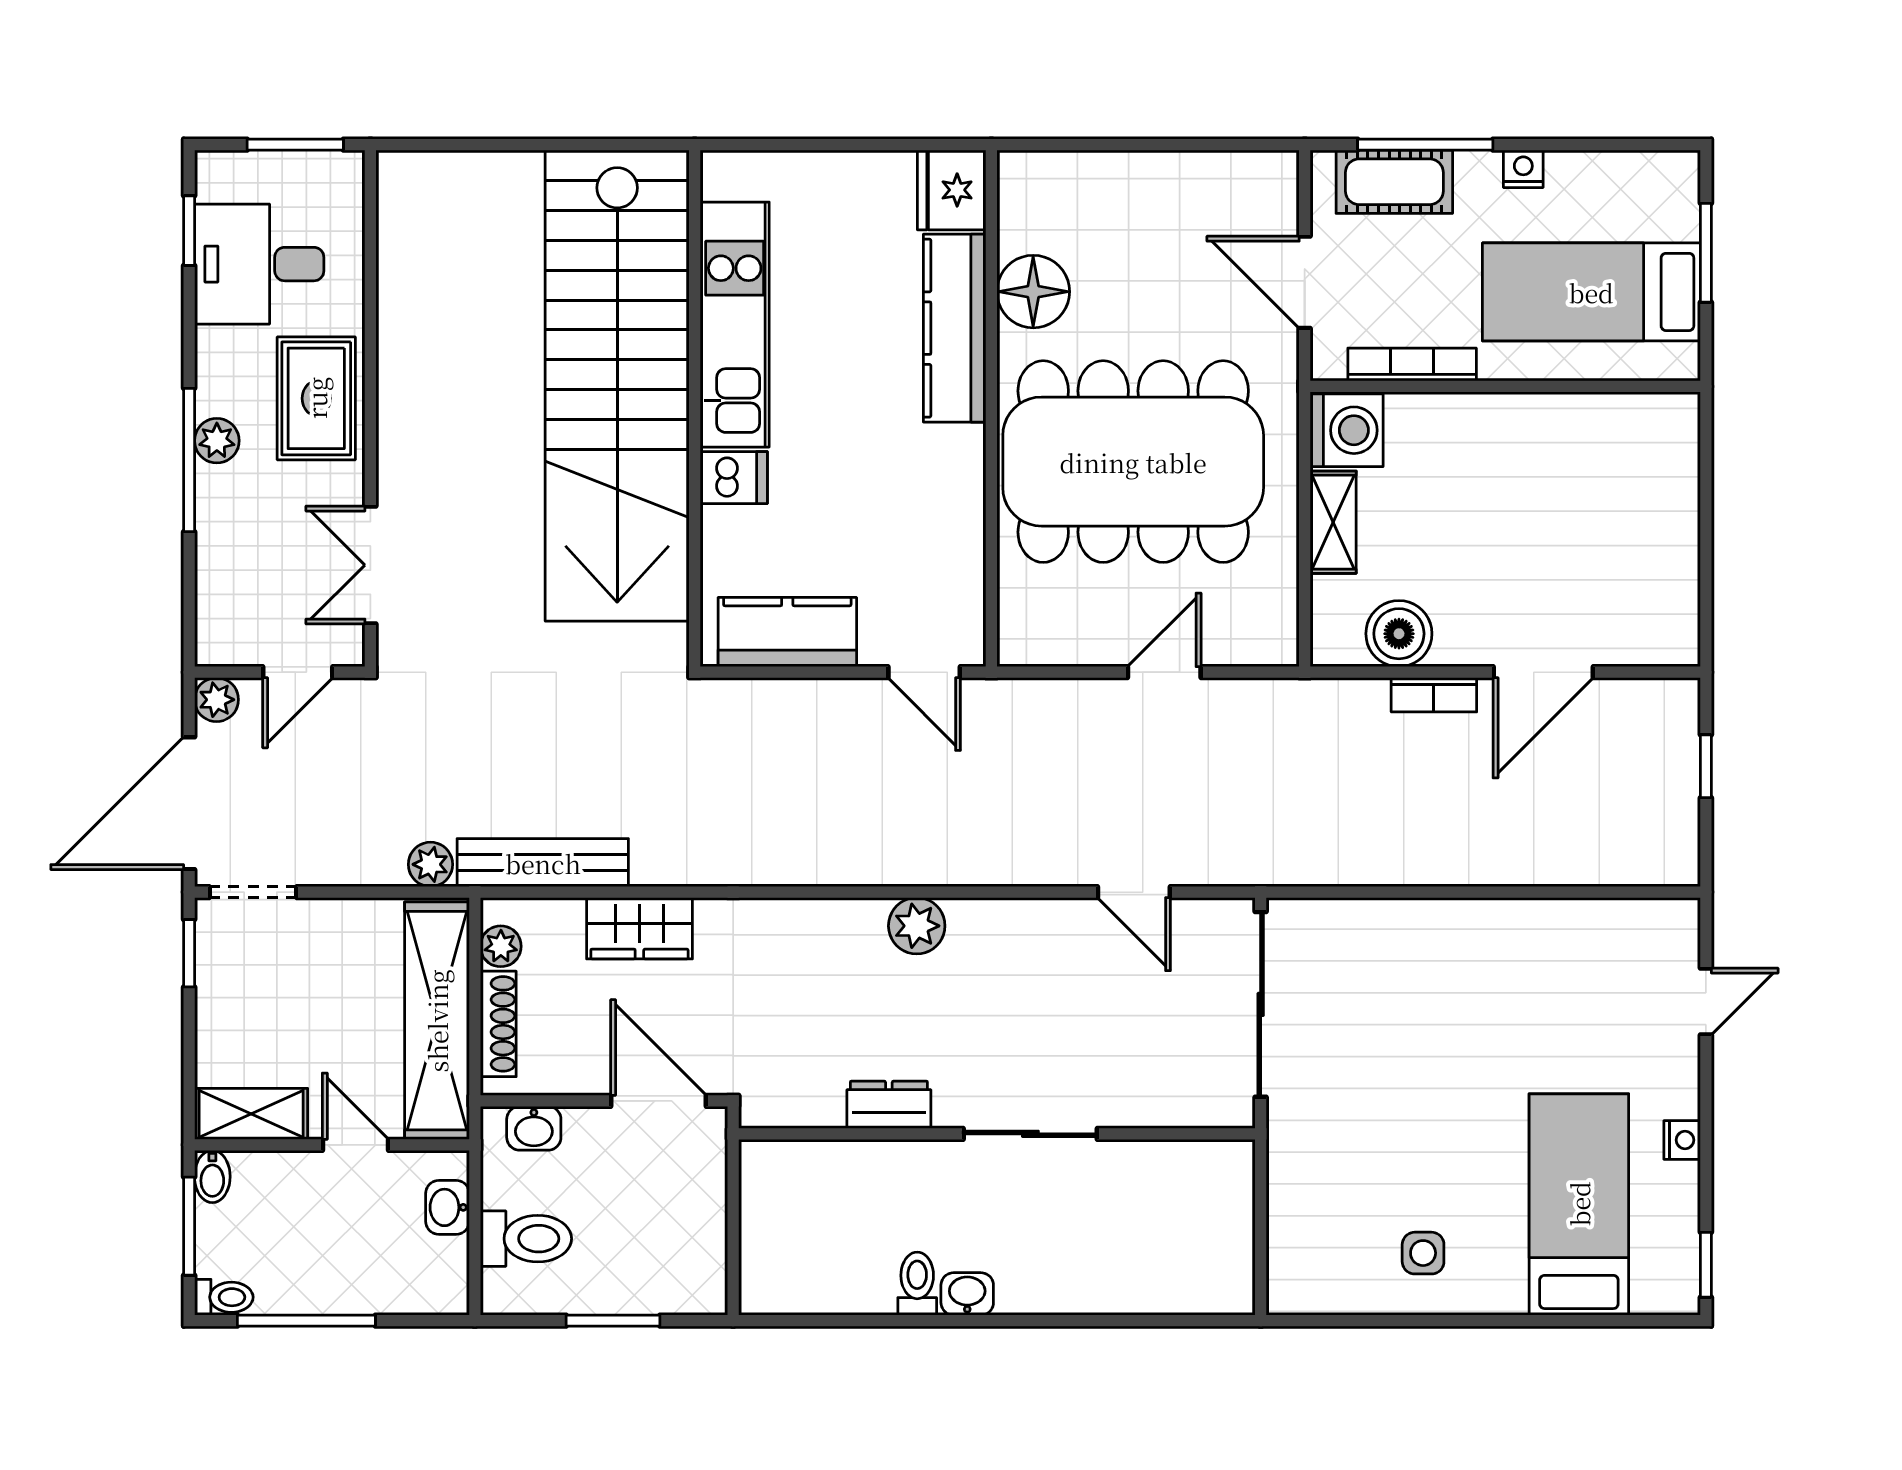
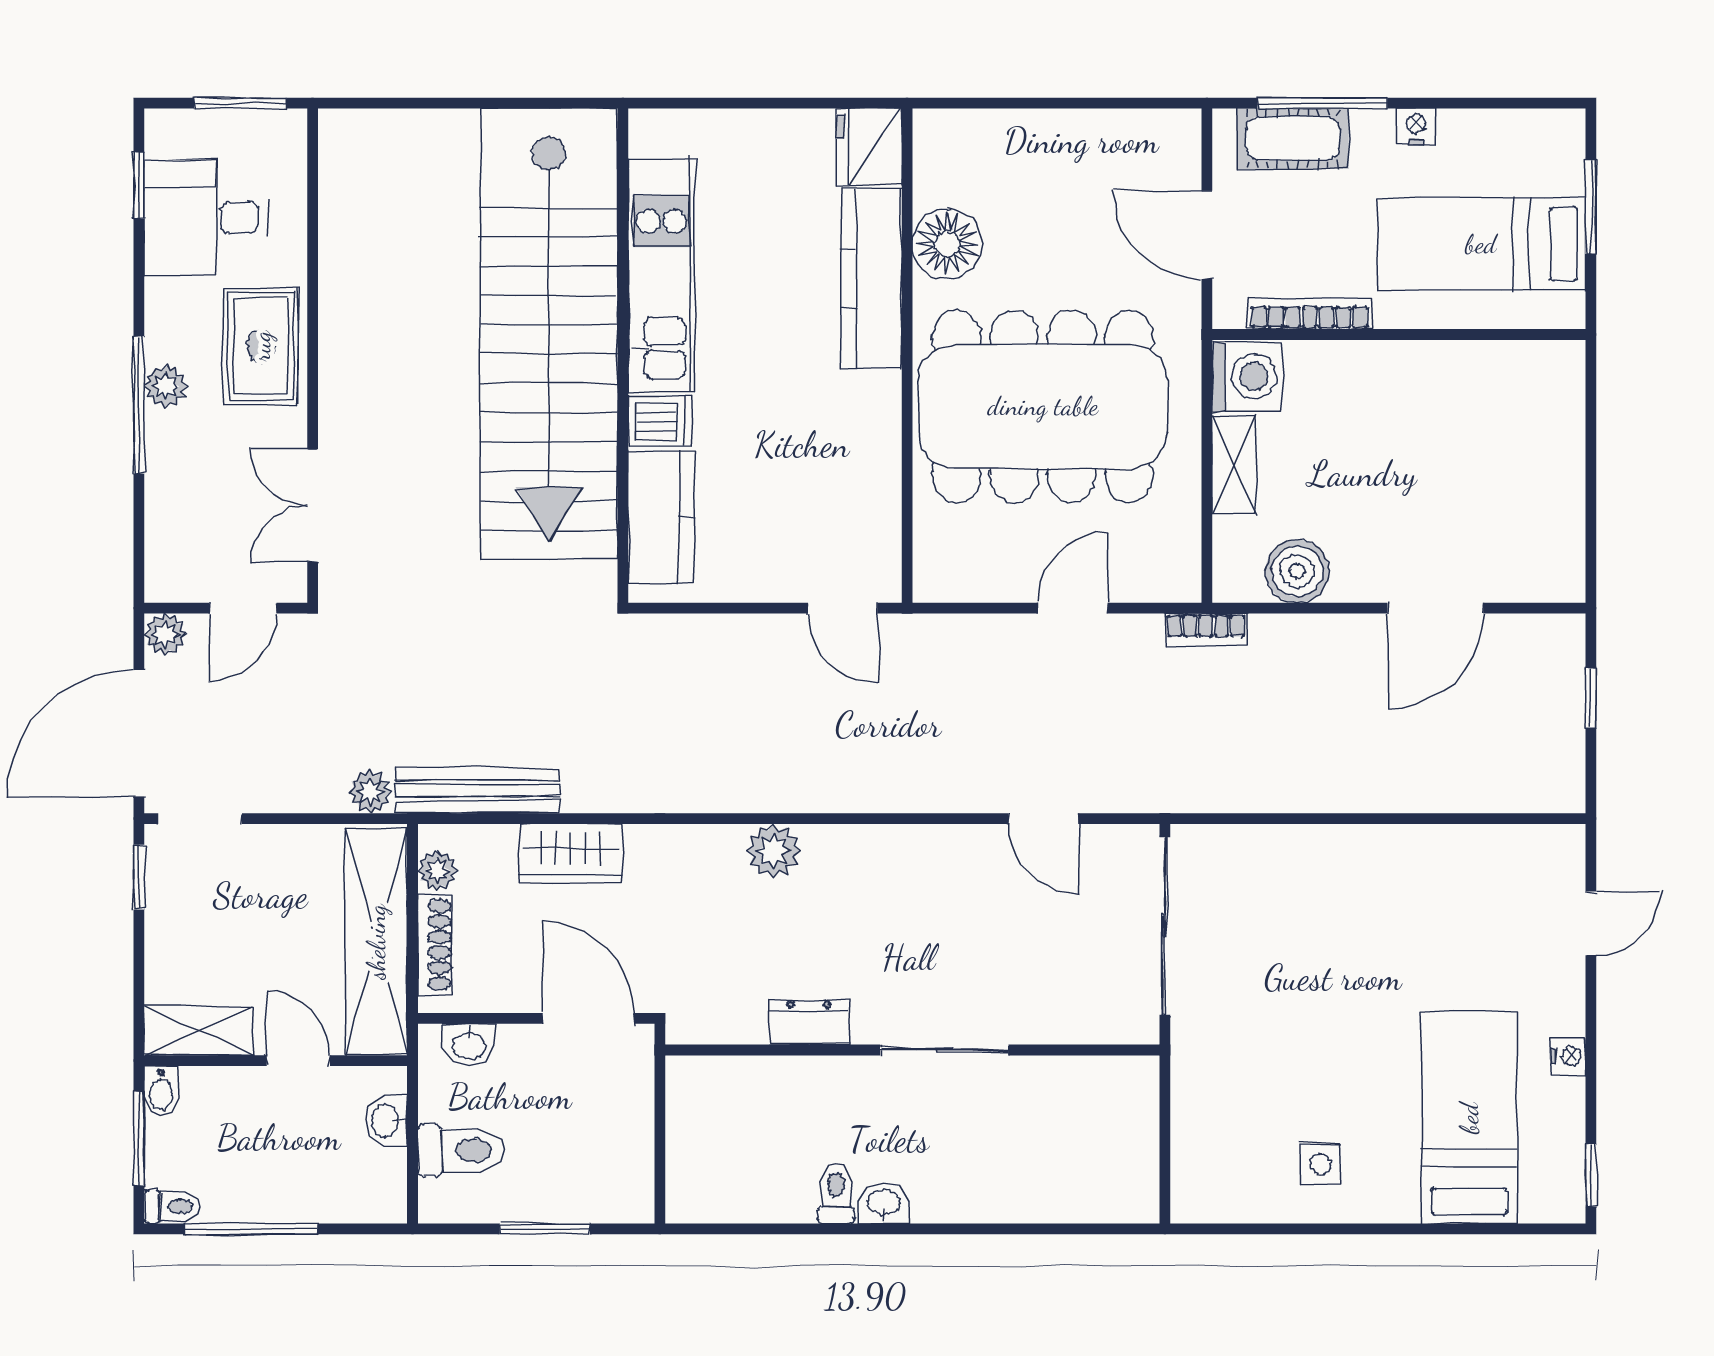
kitchen counter: (787, 632) -> (661, 517), moved, turned 90
bookcase: (1434, 695) -> (1206, 630), moved
plant: (917, 926) -> (773, 851), moved

